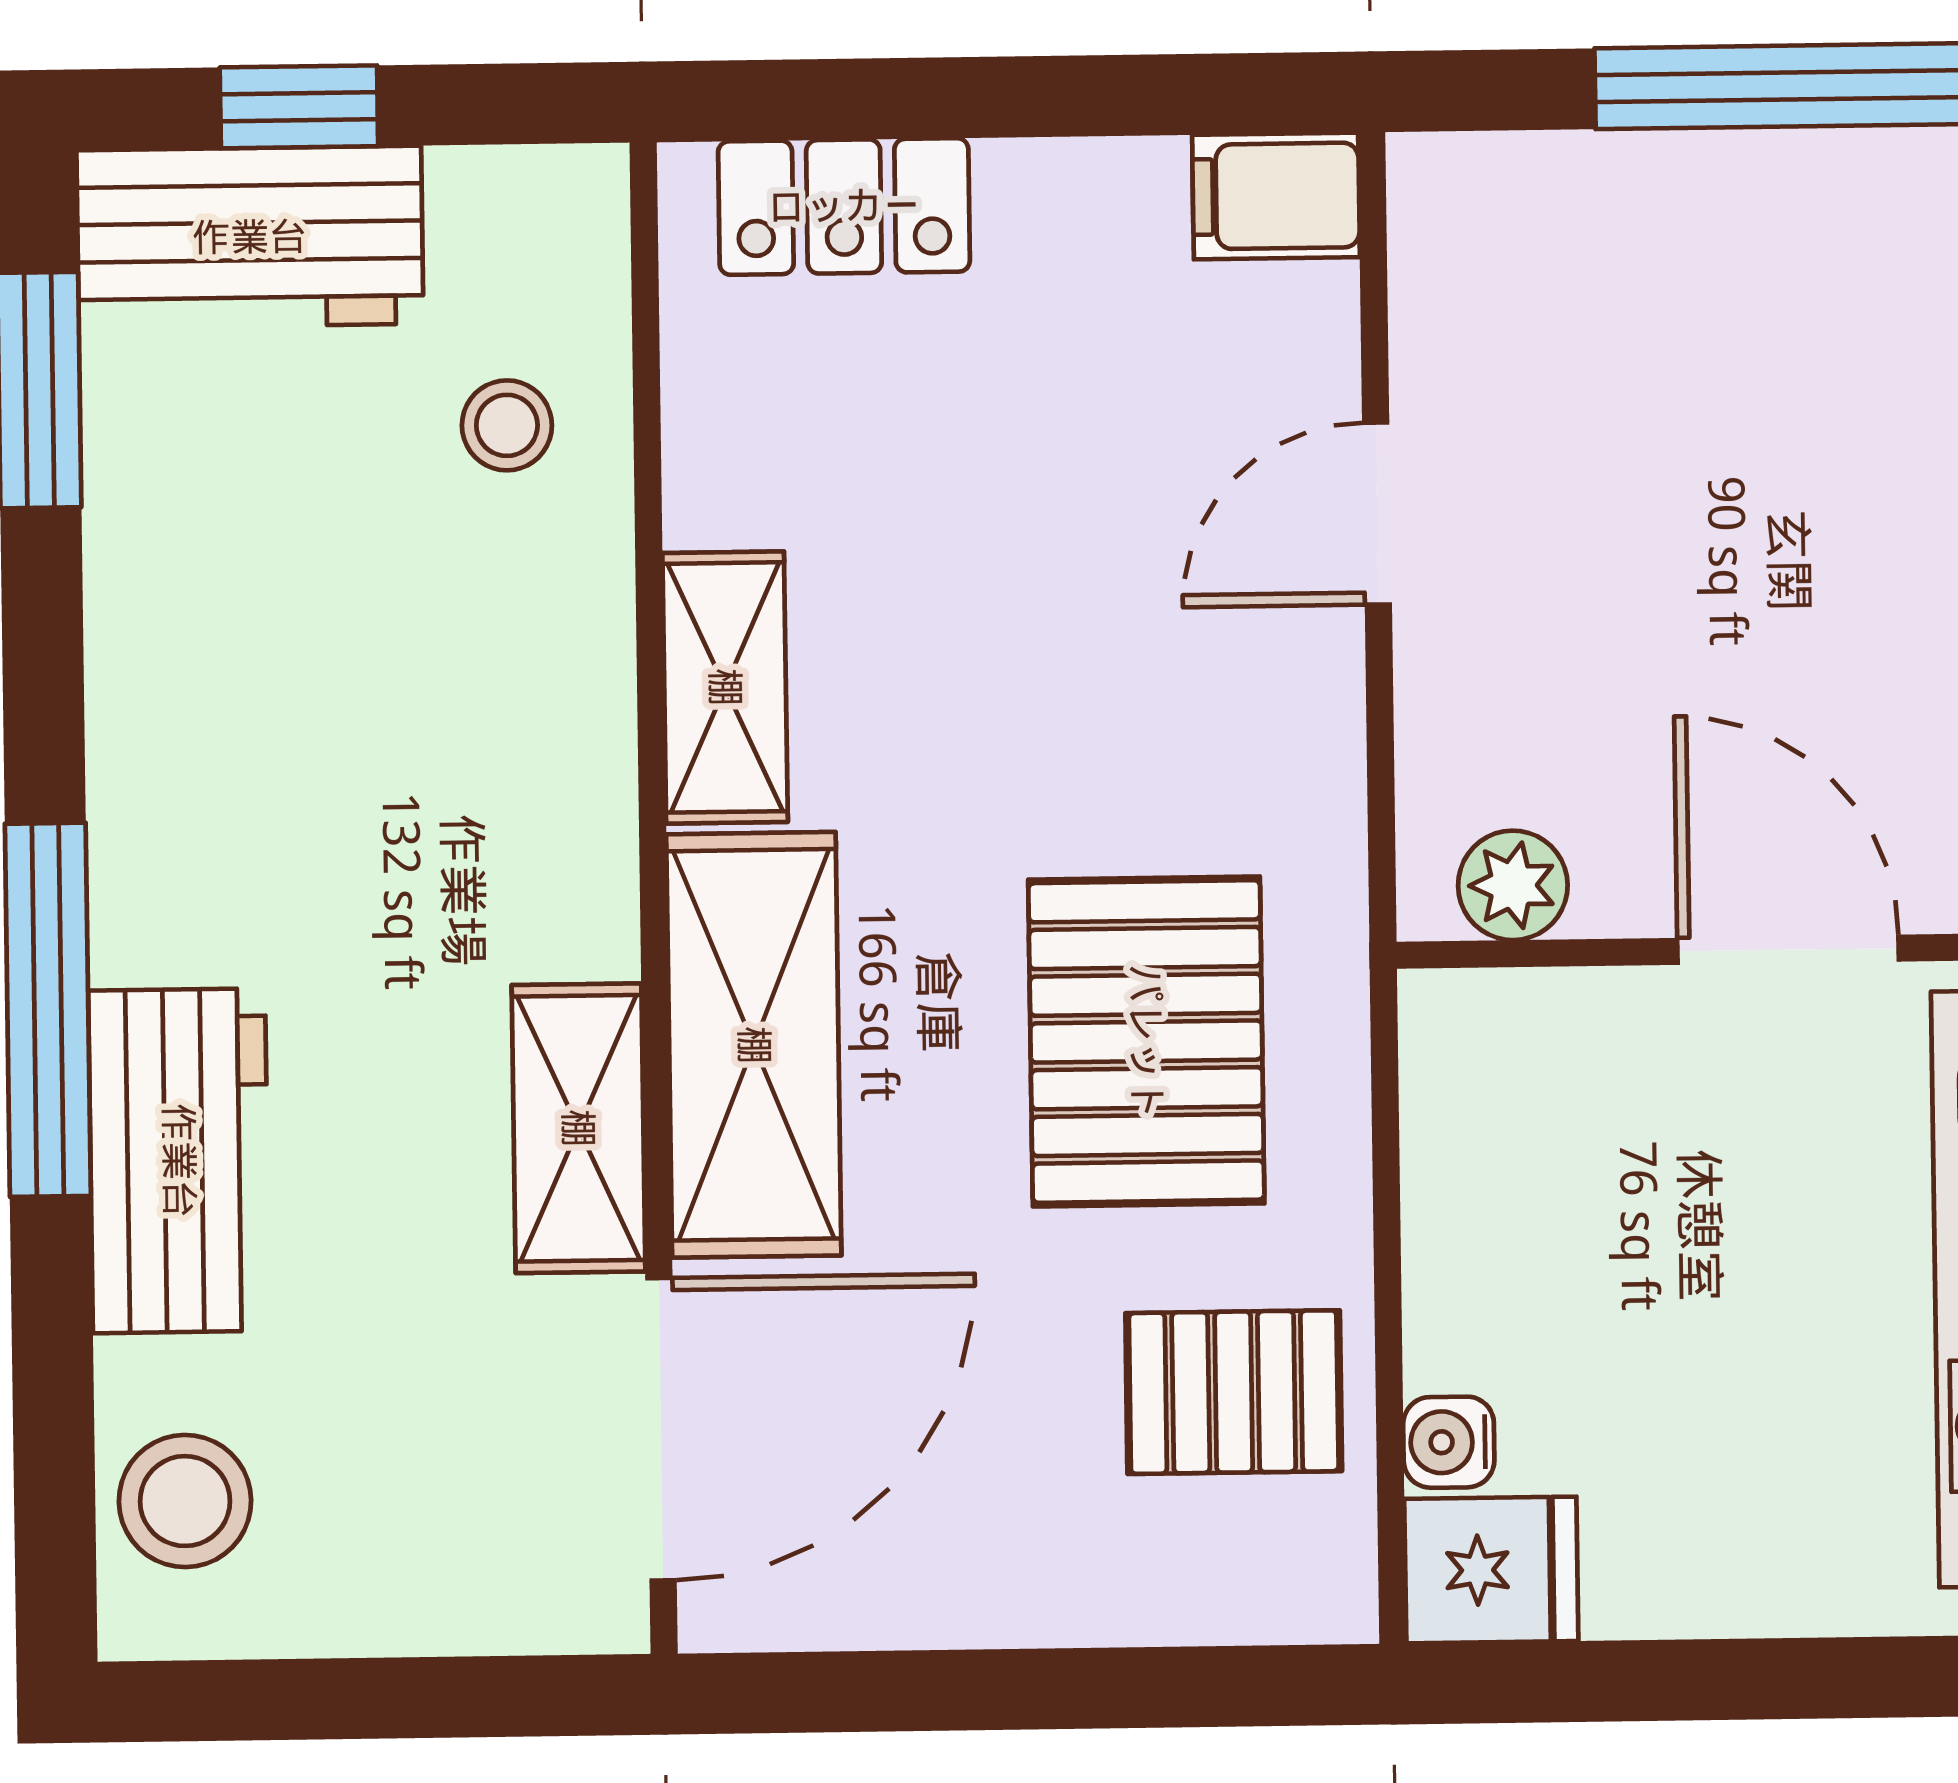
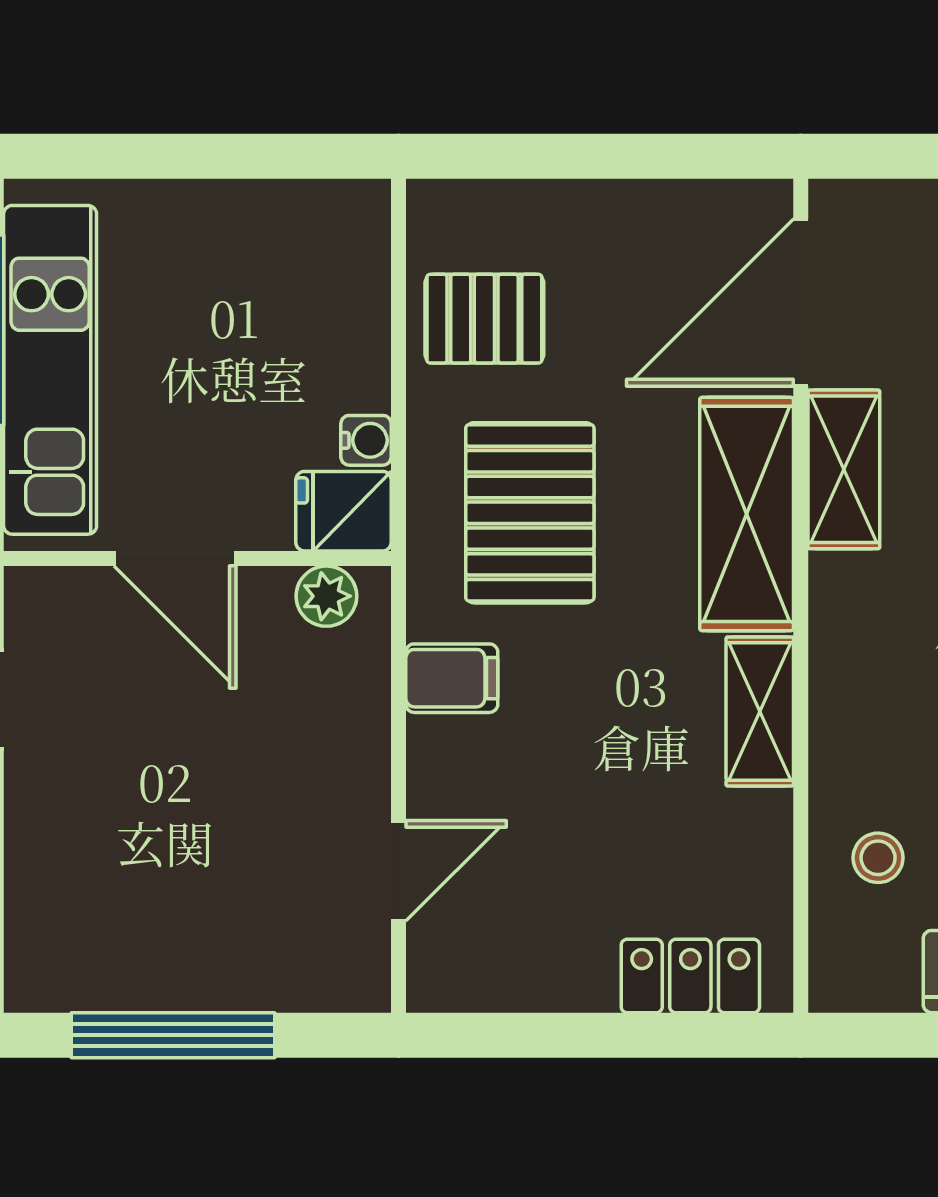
filing cabinet: (1276, 196) -> (452, 678), moved
door: (1377, 514) -> (399, 871), moved
water cooler: (1449, 1442) -> (366, 440), moved
fridge: (1491, 1570) -> (344, 511), moved

